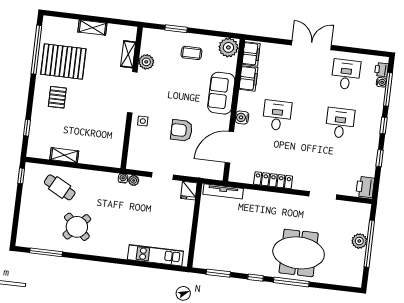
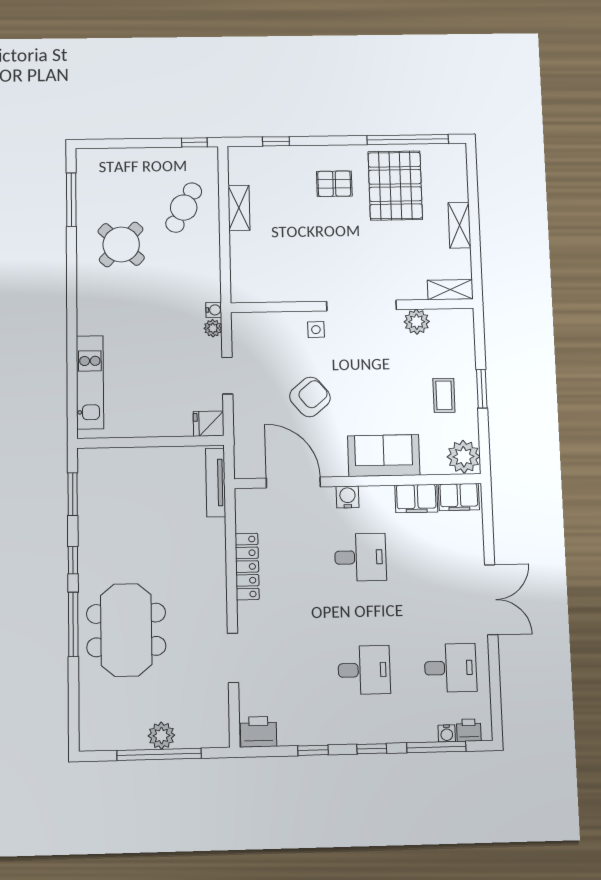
window: (176, 29) -> (482, 389), moved
shelving: (128, 54) -> (450, 290), moved
armchair: (182, 130) -> (310, 397), turned 50

